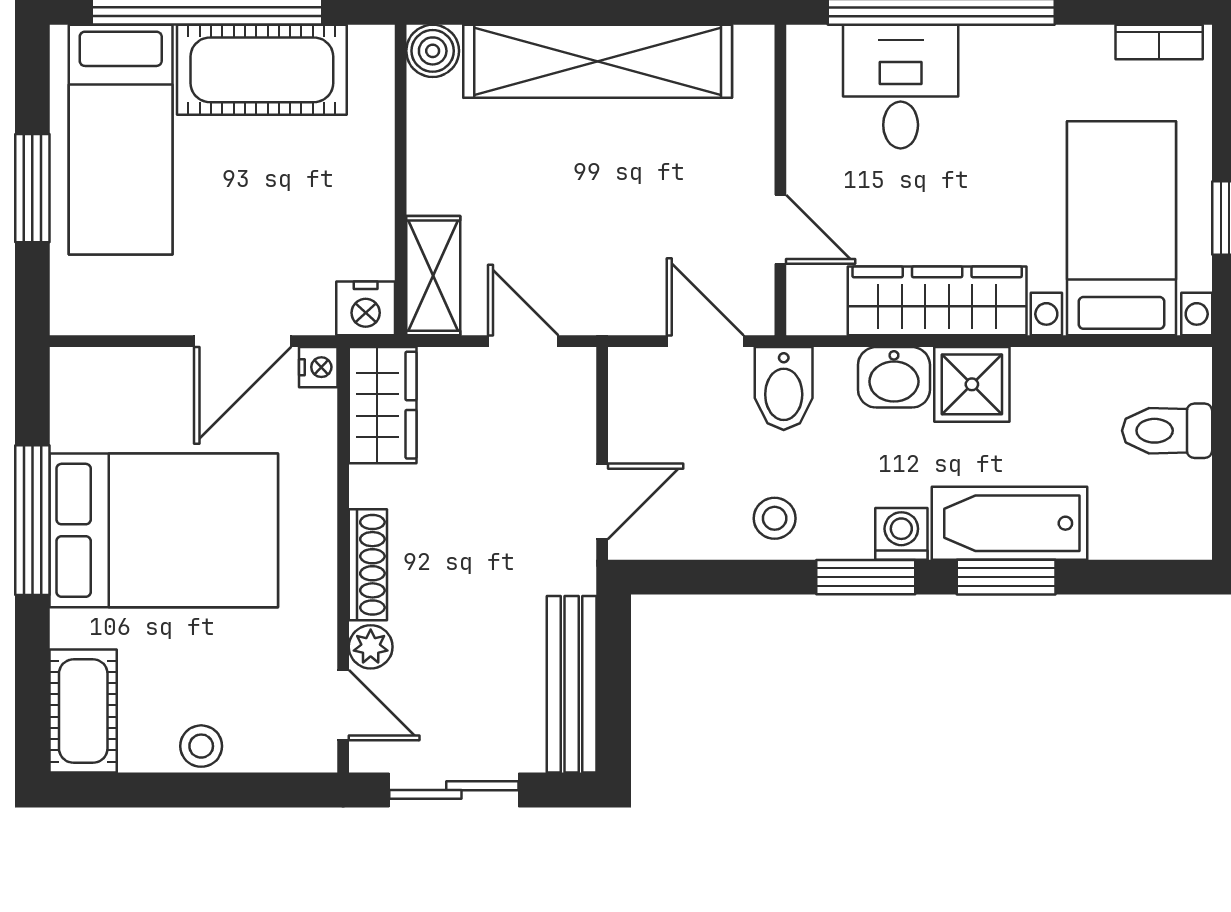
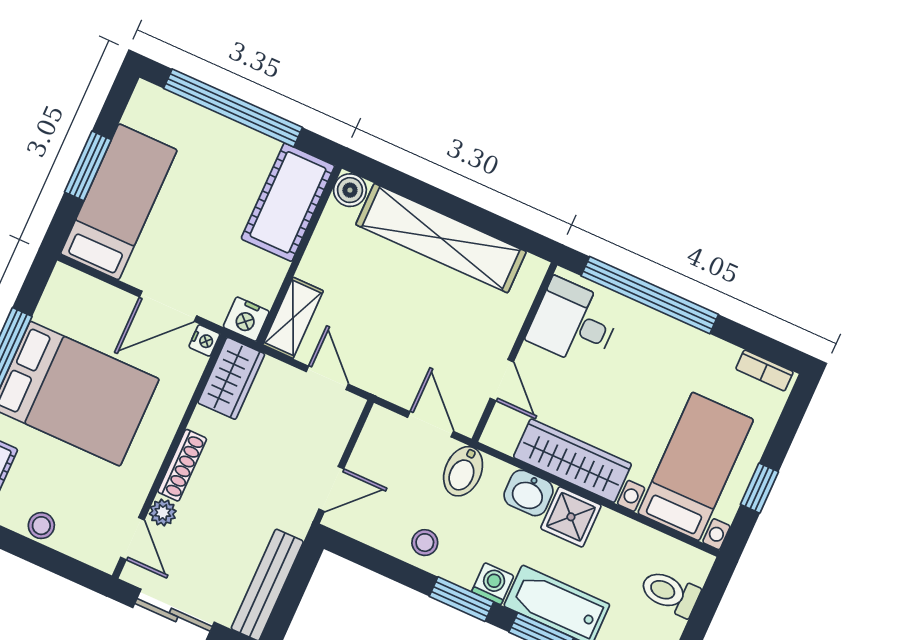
cot: (262, 70) -> (288, 202), moved, turned 90
desk: (901, 87) -> (574, 323), moved, turned -90
bed: (121, 140) -> (119, 202), moved, turned 180

